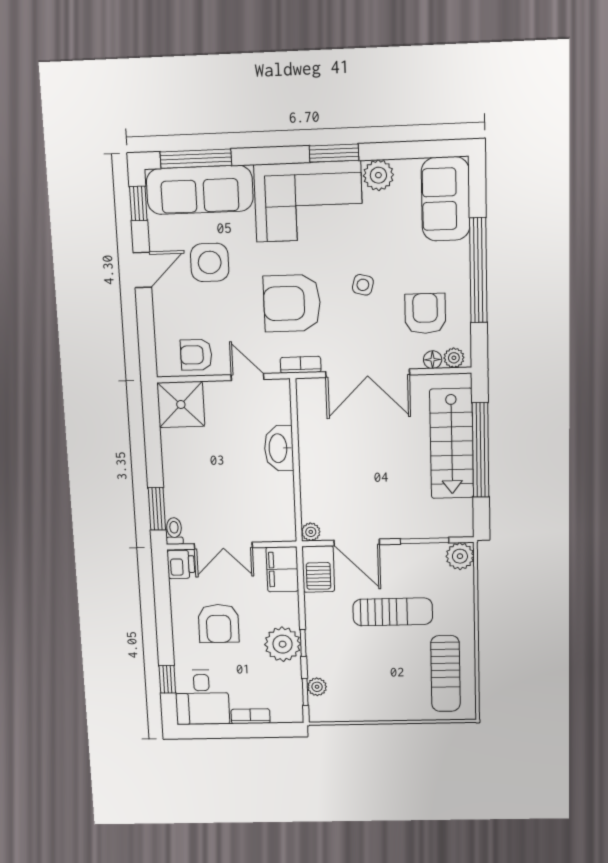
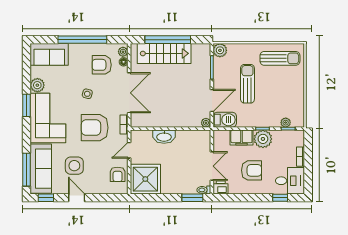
armchair: (292, 303) -> (95, 128), turned 90
shower: (181, 404) -> (145, 179), width x1.37, depth x1.37
filing cabinet: (282, 569) -> (241, 137), moved

